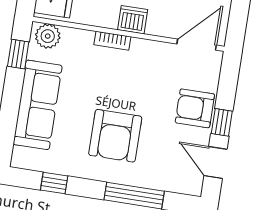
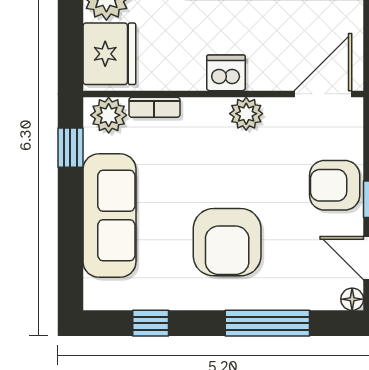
bookcase: (112, 41) -> (154, 107), moved
plant: (142, 50) -> (246, 114), added
floor lamp: (195, 188) -> (352, 299), added

